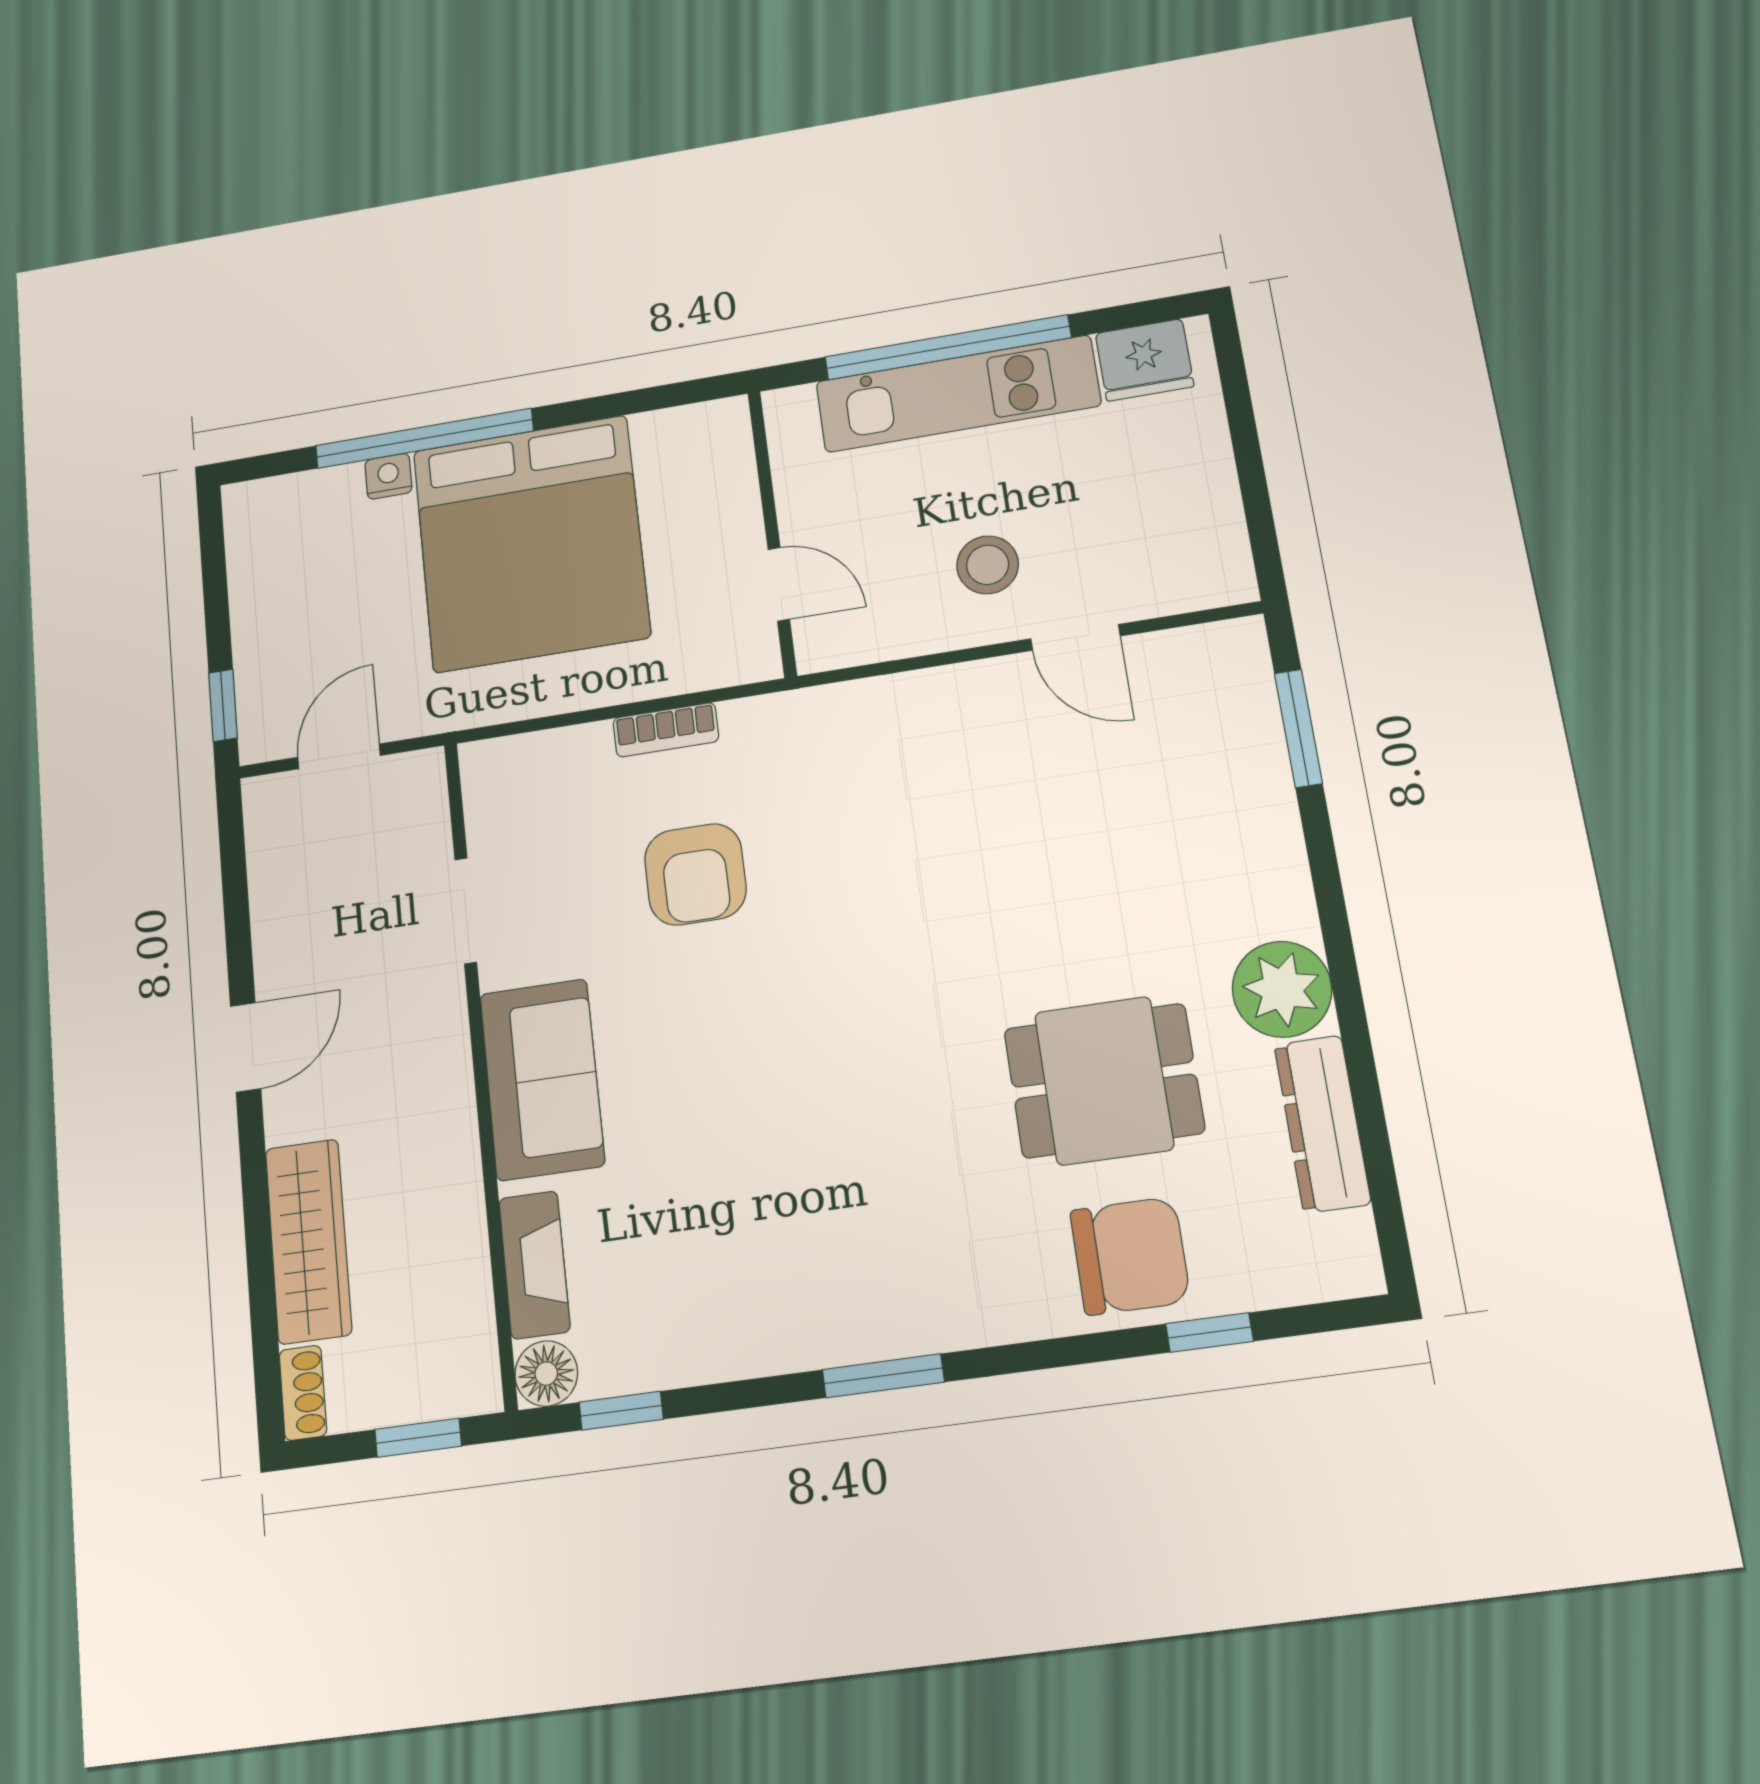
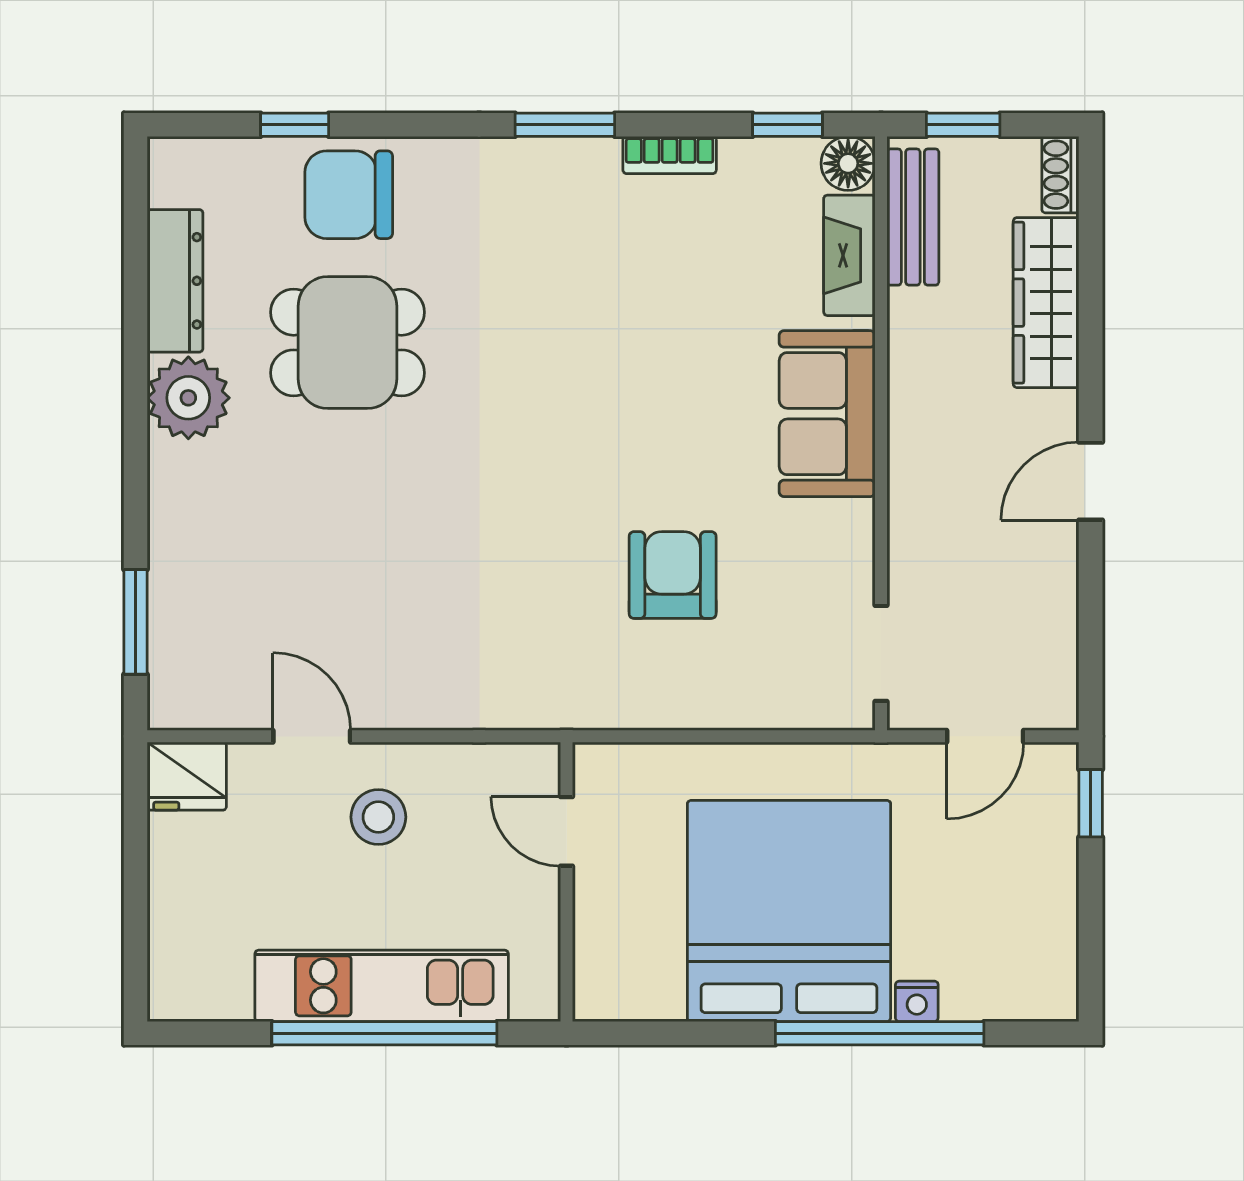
fridge: (1145, 360) -> (187, 776), moved, turned 180
bookcase: (666, 730) -> (670, 155), moved, turned 180
doorway: (466, 911) -> (881, 653), moved
bench: (466, 1320) -> (913, 217), added

